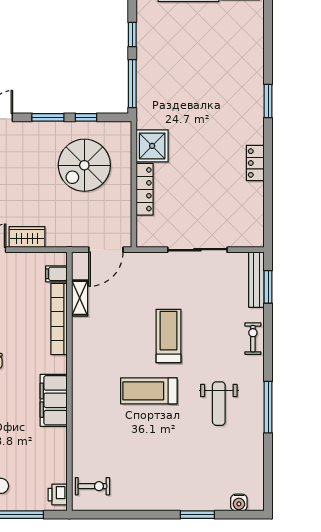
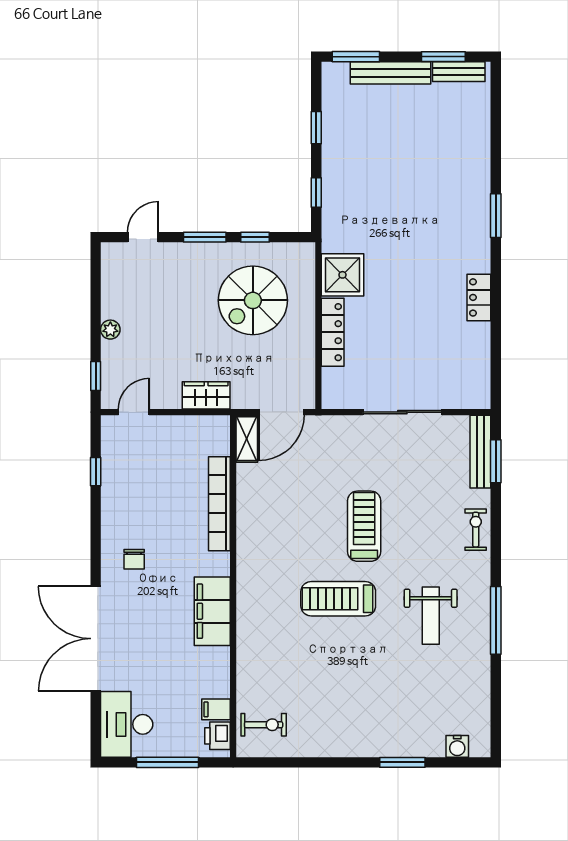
window: (132, 84) -> (316, 192), width x0.46
wardrobe: (27, 237) -> (206, 395), moved
filing cabinet: (56, 274) -> (216, 709), moved
shelving: (80, 298) -> (247, 439), moved

